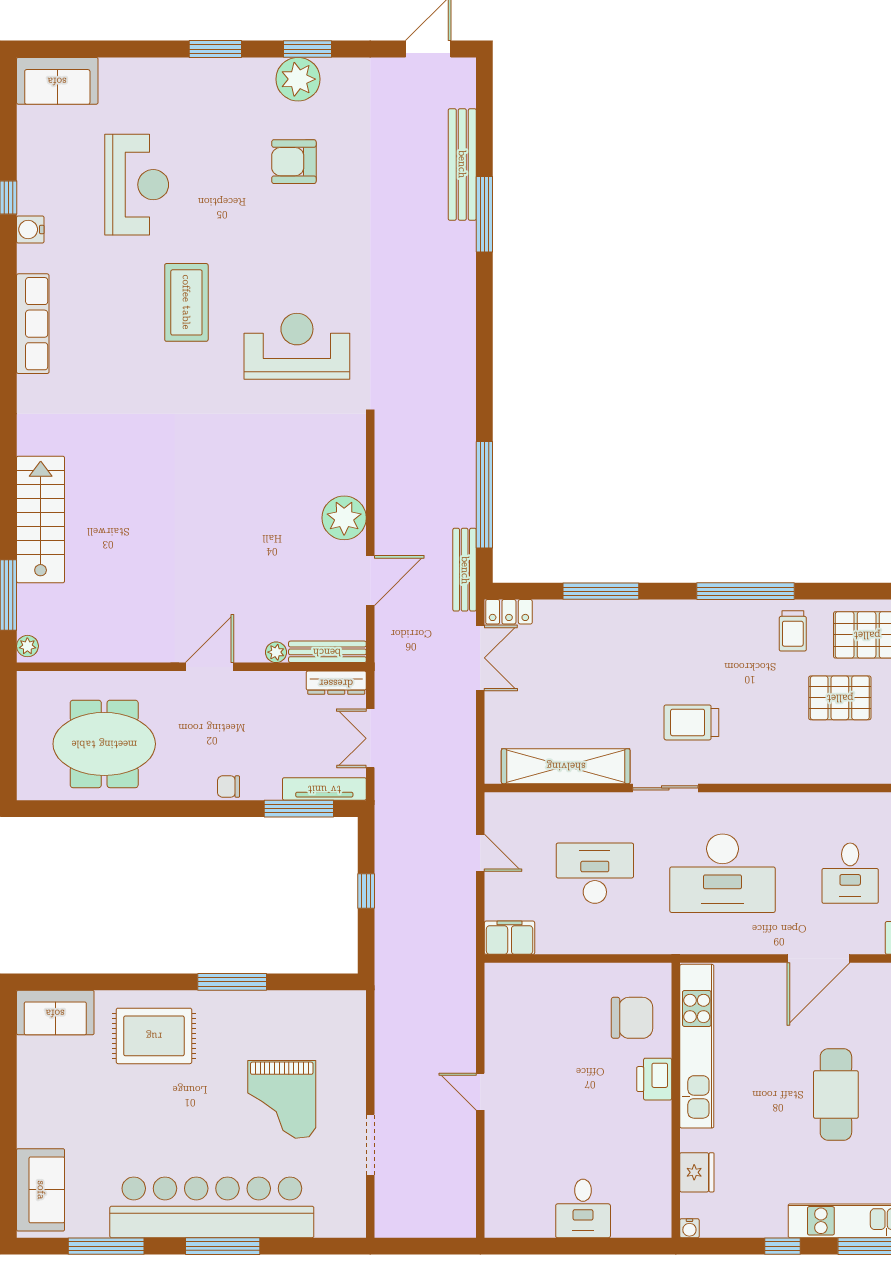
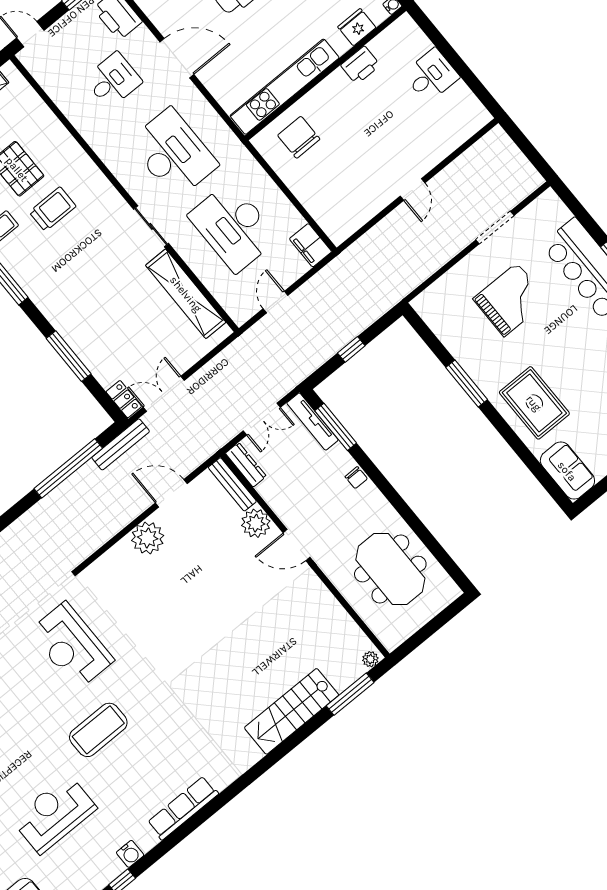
plant: (276, 652) -> (256, 523), width x1.88, depth x1.88
trolley: (691, 722) -> (53, 209), moved, turned -90
desk: (595, 873) -> (233, 227), width x1.36, depth x1.30
printer: (654, 1079) -> (360, 65), moved

